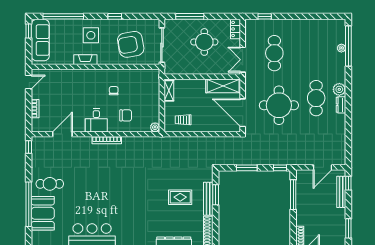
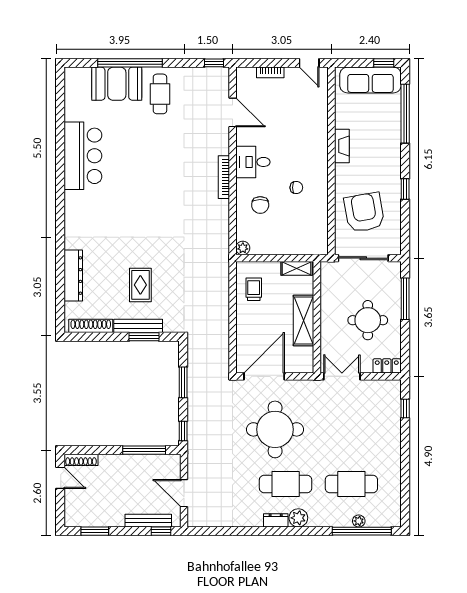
side table: (91, 35) -> (378, 154), removed
cafe table: (274, 53) -> (351, 484), moved
shelving: (223, 86) -> (303, 320), moved

